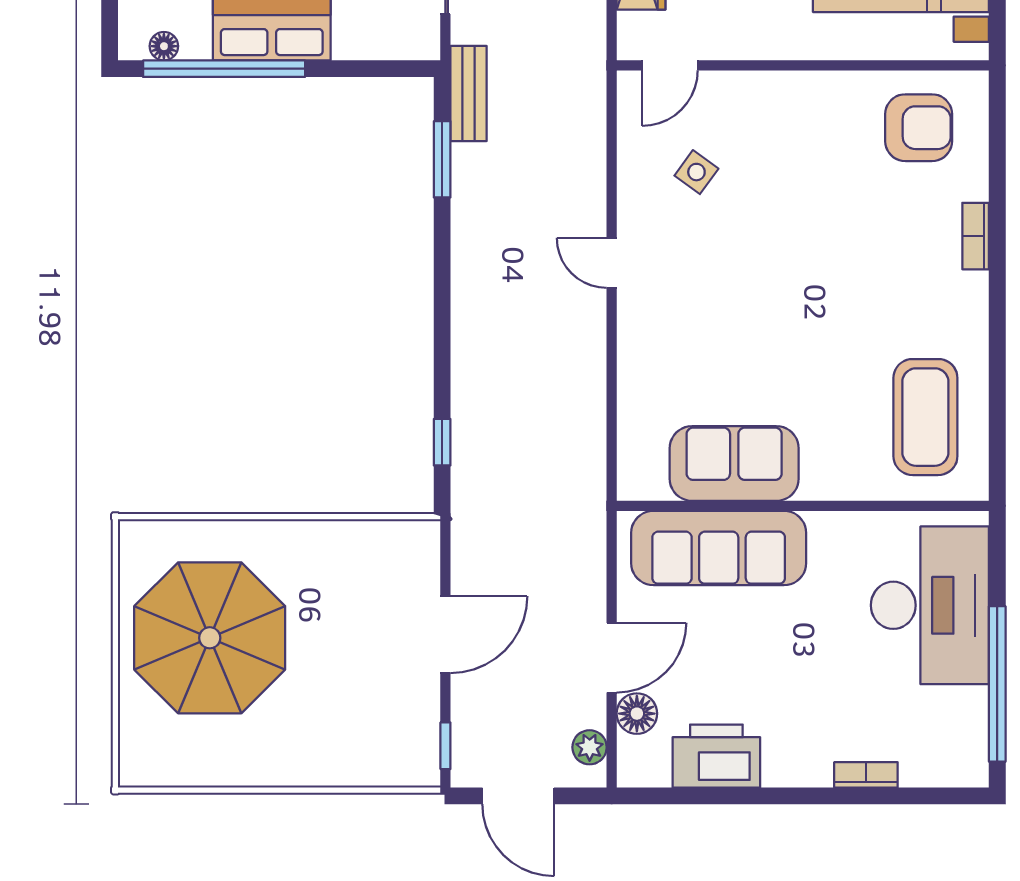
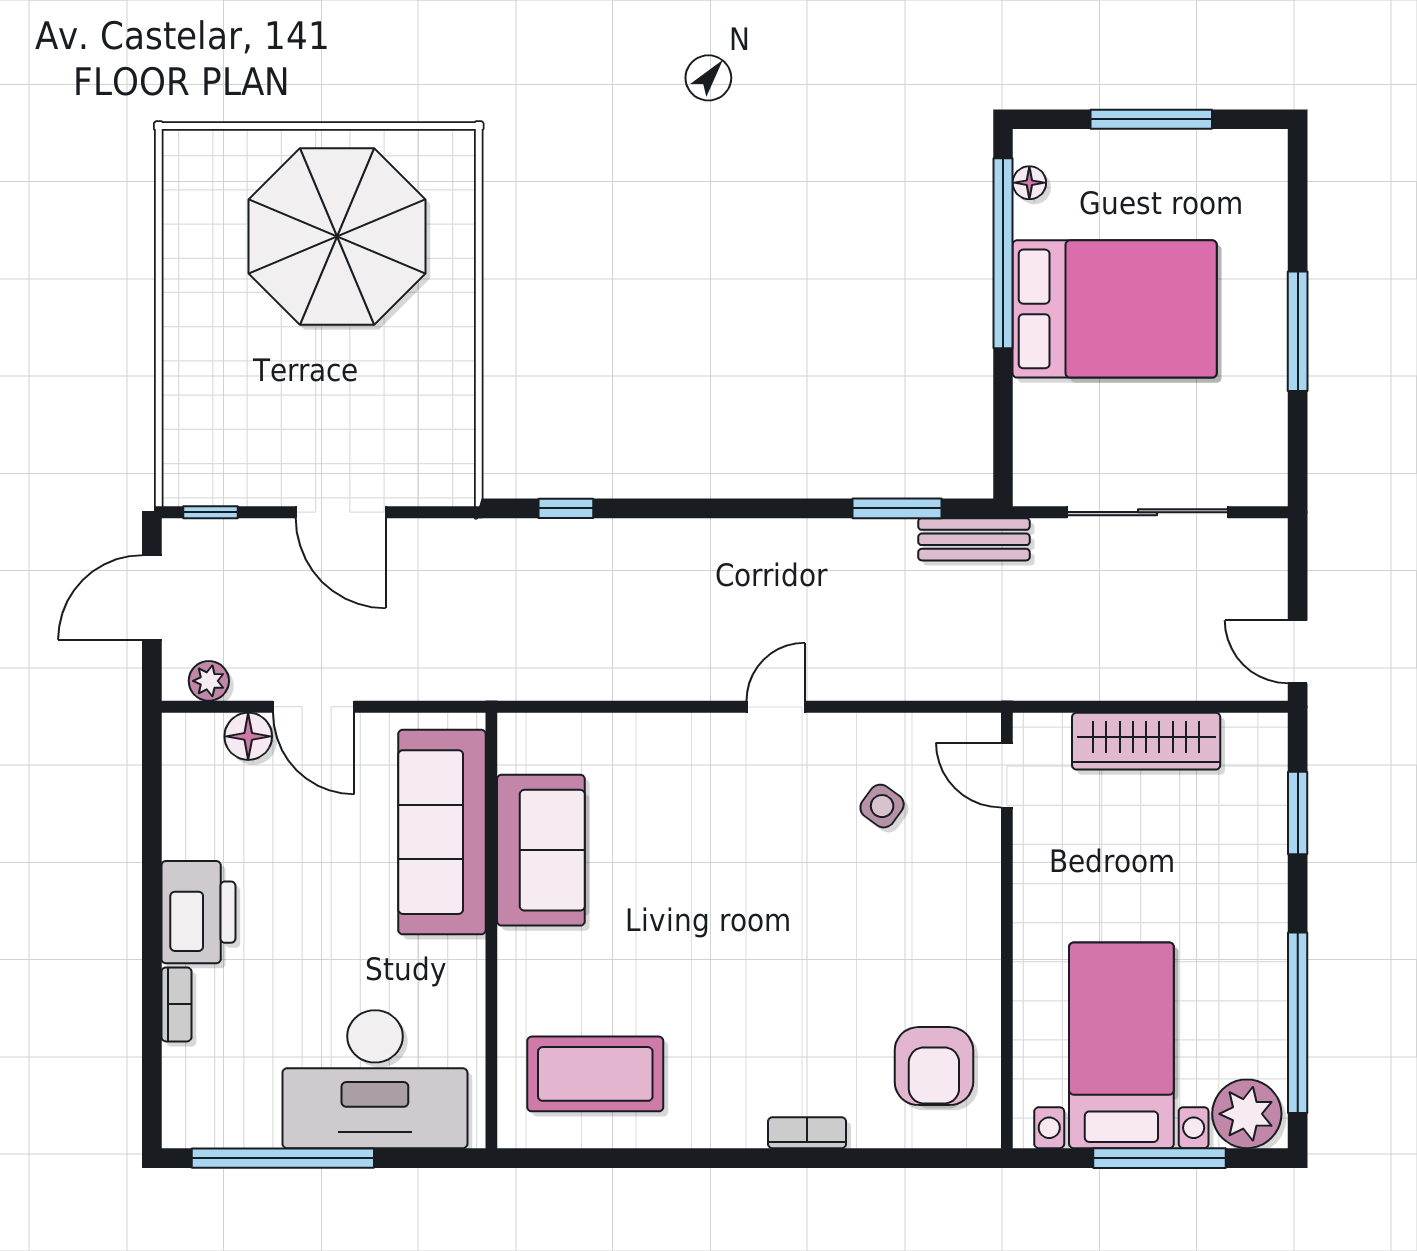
printer: (716, 756) -> (198, 912), moved

